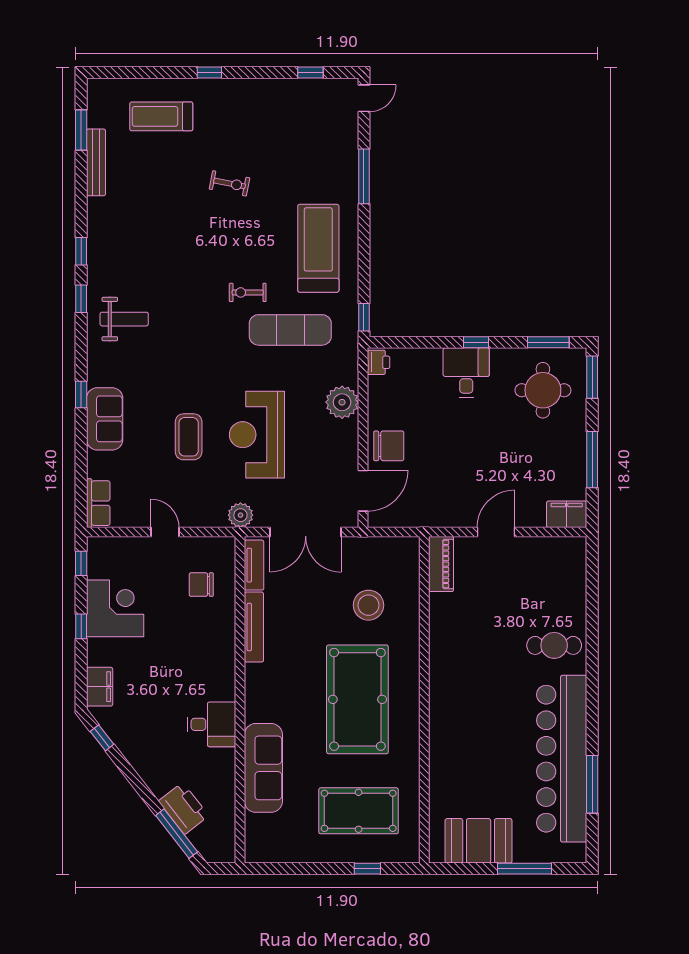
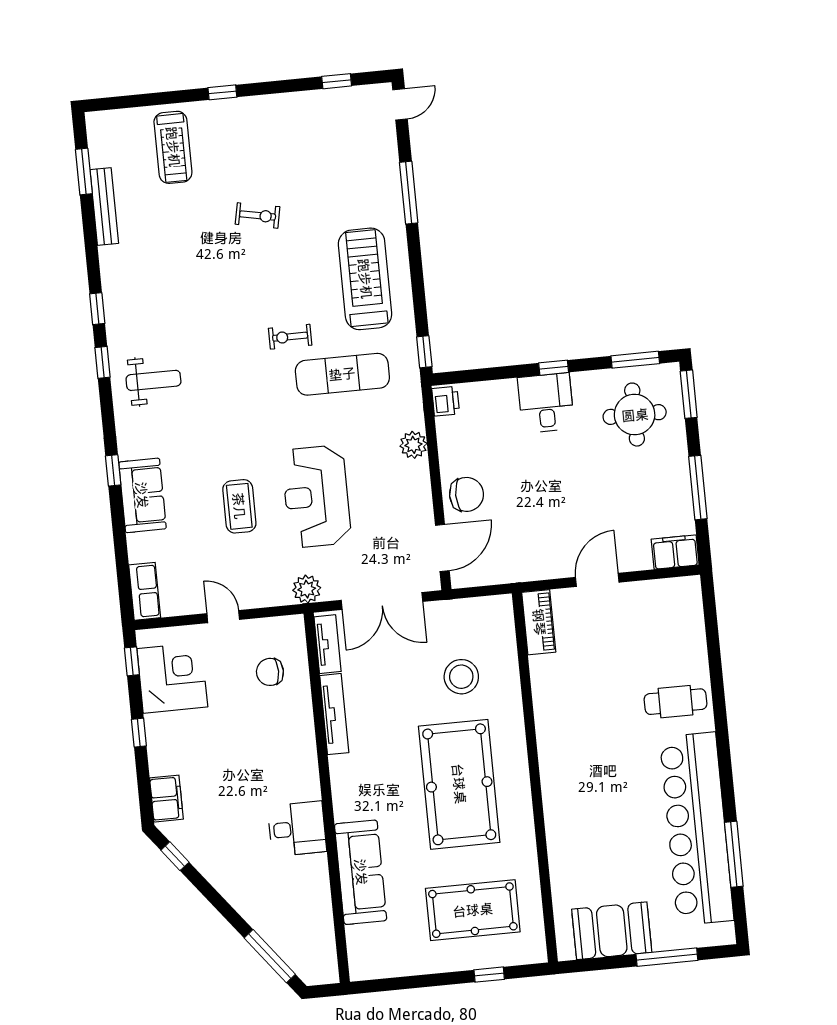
treadmill: (161, 116) -> (173, 147), turned -90
plant: (342, 402) -> (413, 445), width x0.73, depth x0.73
corner desk: (115, 608) -> (172, 678), moved
printer: (184, 808) -> (275, 927), removed

